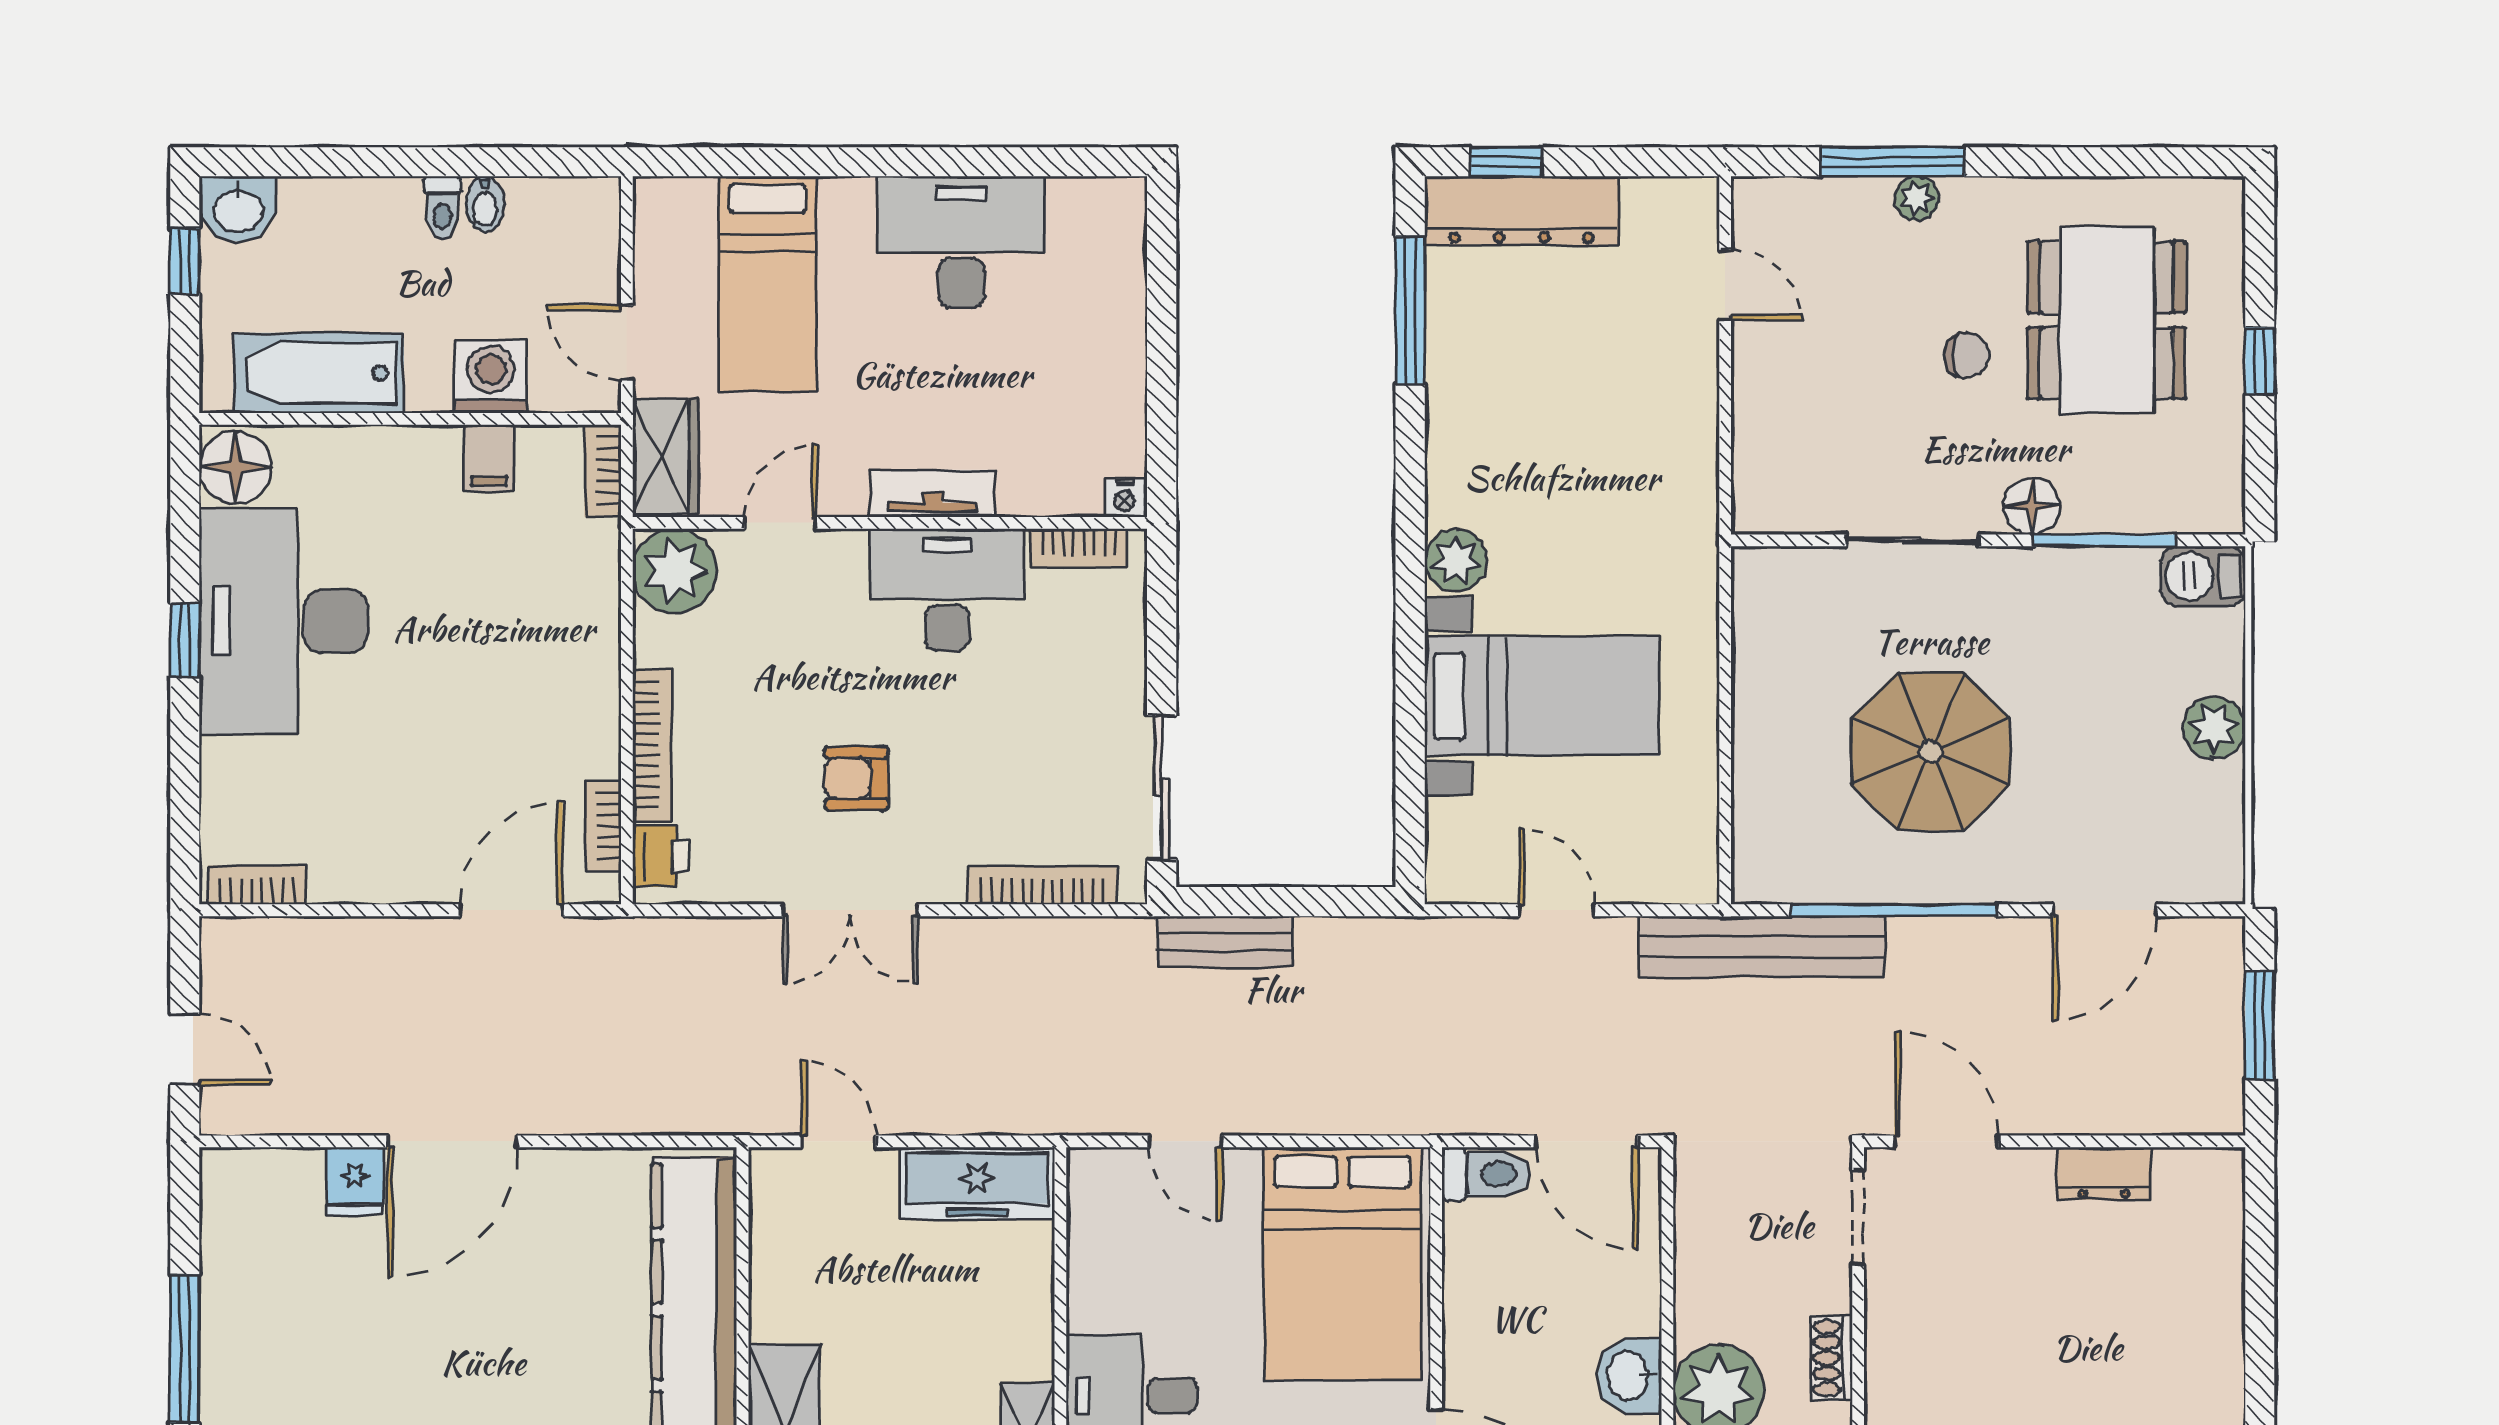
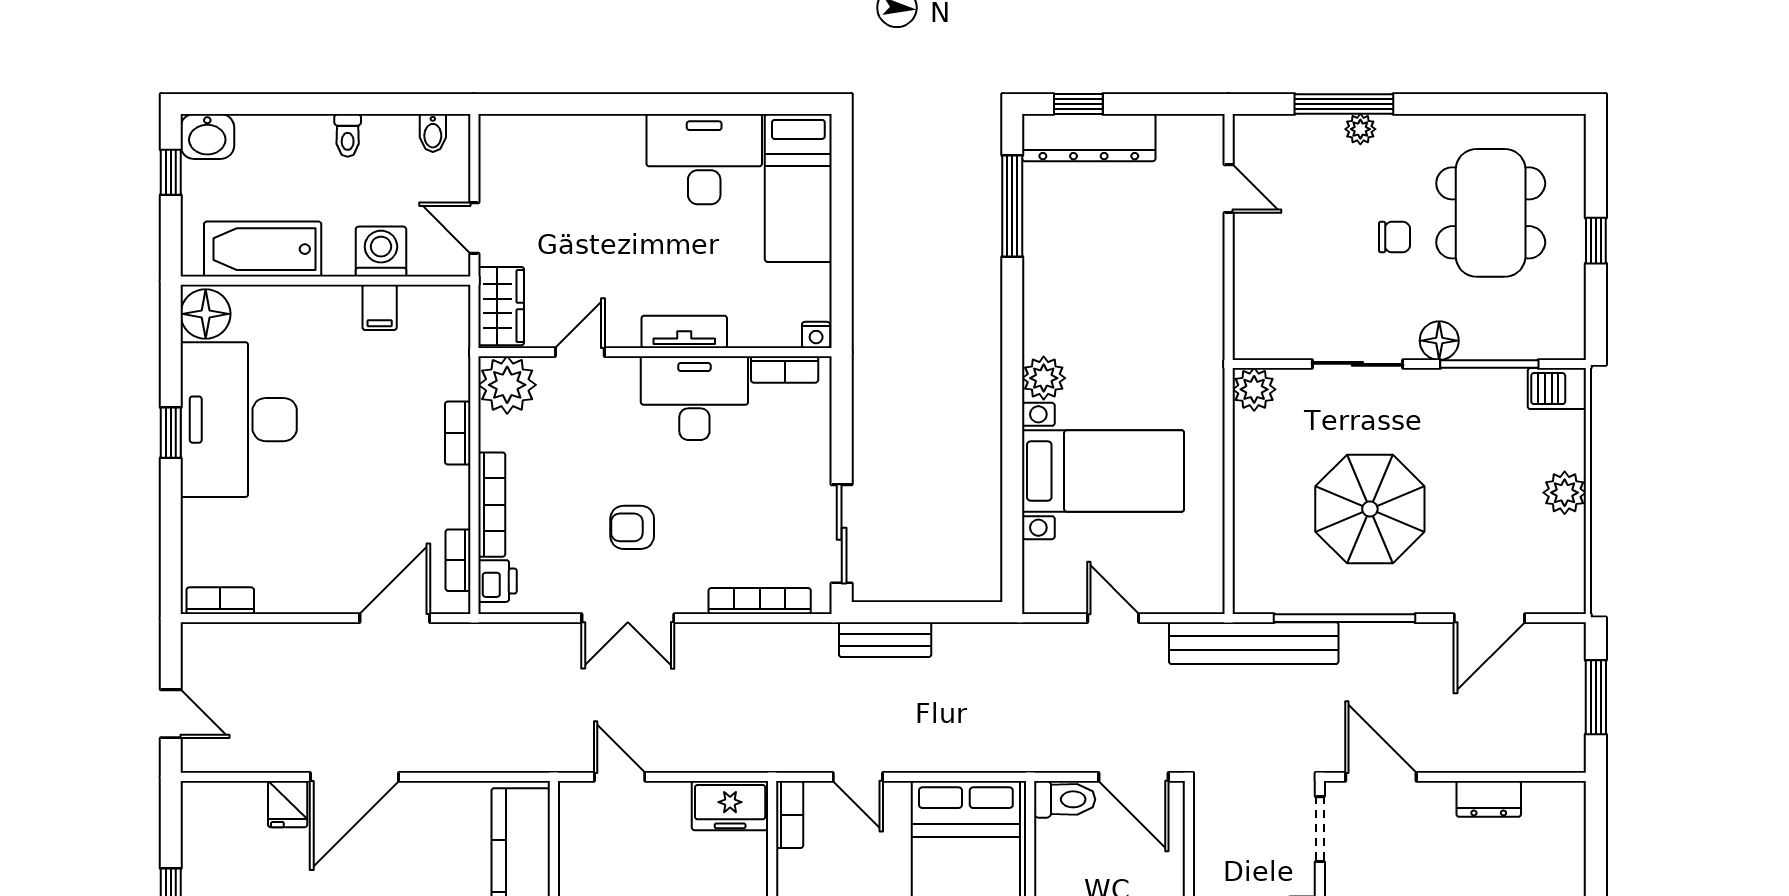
bidet: (485, 204) -> (433, 133), moved
bed: (767, 284) -> (798, 188), moved
bookcase: (603, 471) -> (458, 433), moved
plant: (1762, 577) -> (1254, 389), added
freezer: (977, 1183) -> (730, 806), width x0.71
bookcase: (1086, 1196) -> (790, 815), added

